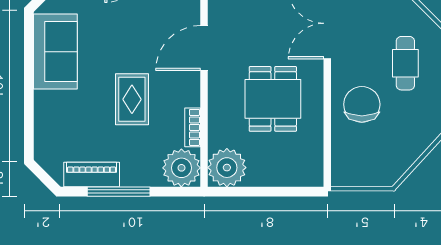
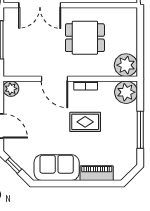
bookcase: (193, 127) -> (86, 86), moved
piano: (92, 174) -> (97, 173), moved, turned 90

